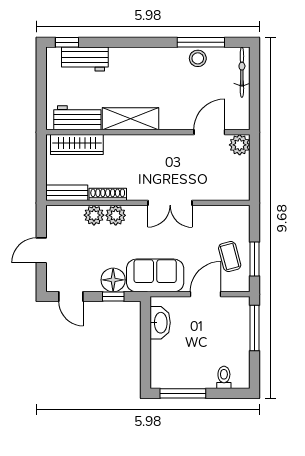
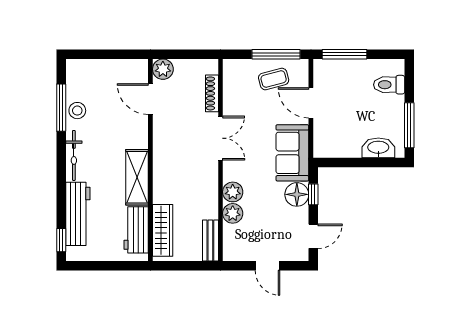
workbench: (85, 59) -> (78, 214), width x1.38
bicycle: (242, 72) -> (74, 155), moved, turned -90
shoe rack: (108, 194) -> (212, 93), moved
window: (255, 259) -> (276, 54), width x1.44
washbasin: (160, 323) -> (378, 148), moved
toilet: (224, 377) -> (389, 85), width x1.37, depth x1.39

